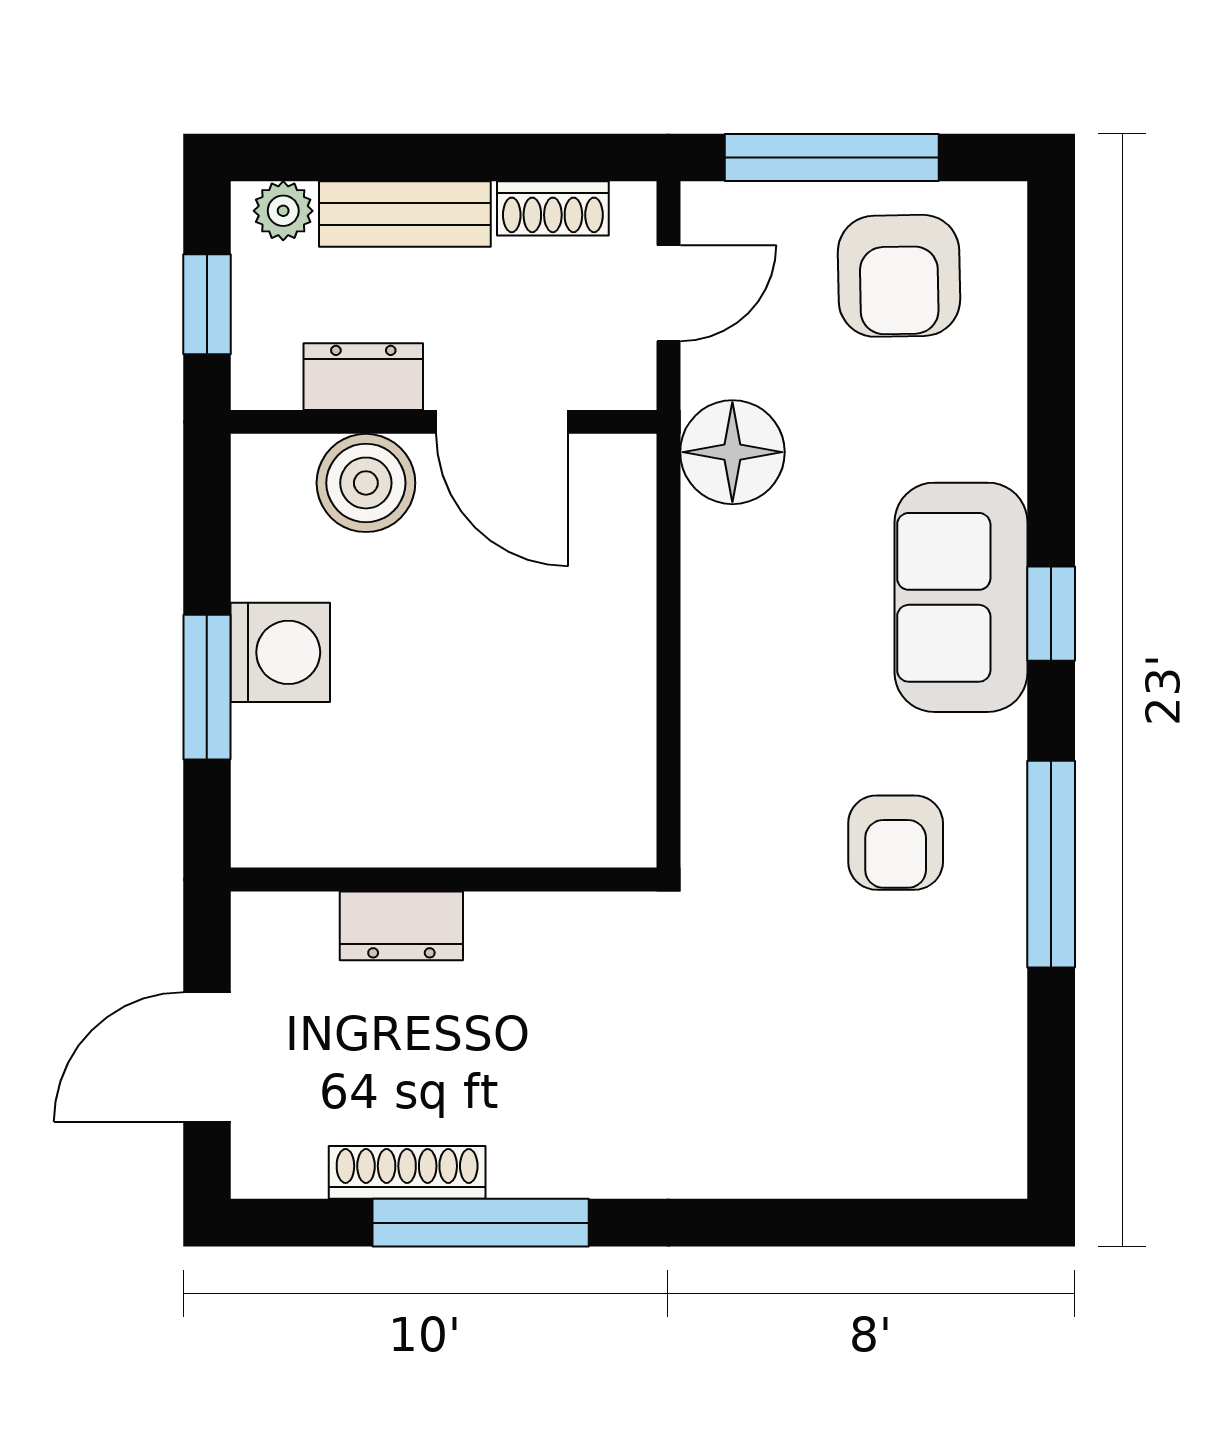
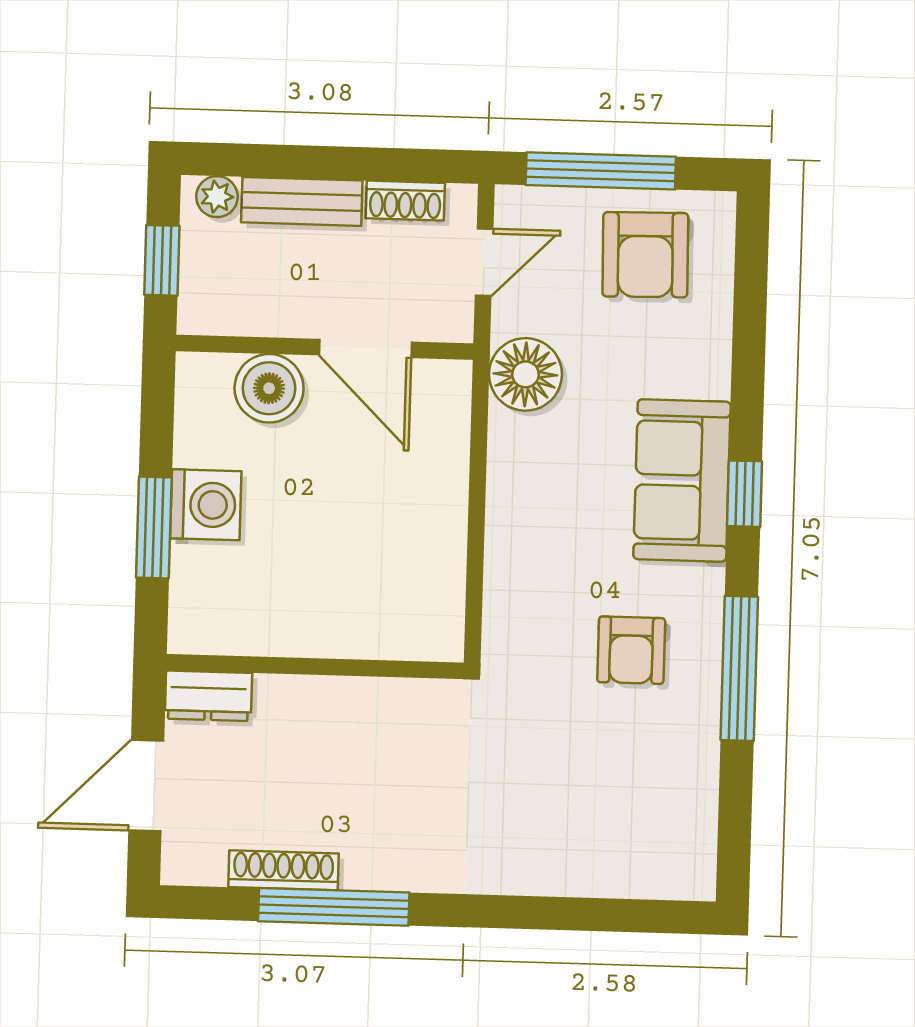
dresser: (363, 377) -> (269, 314), removed
dresser: (401, 926) -> (208, 696), moved

